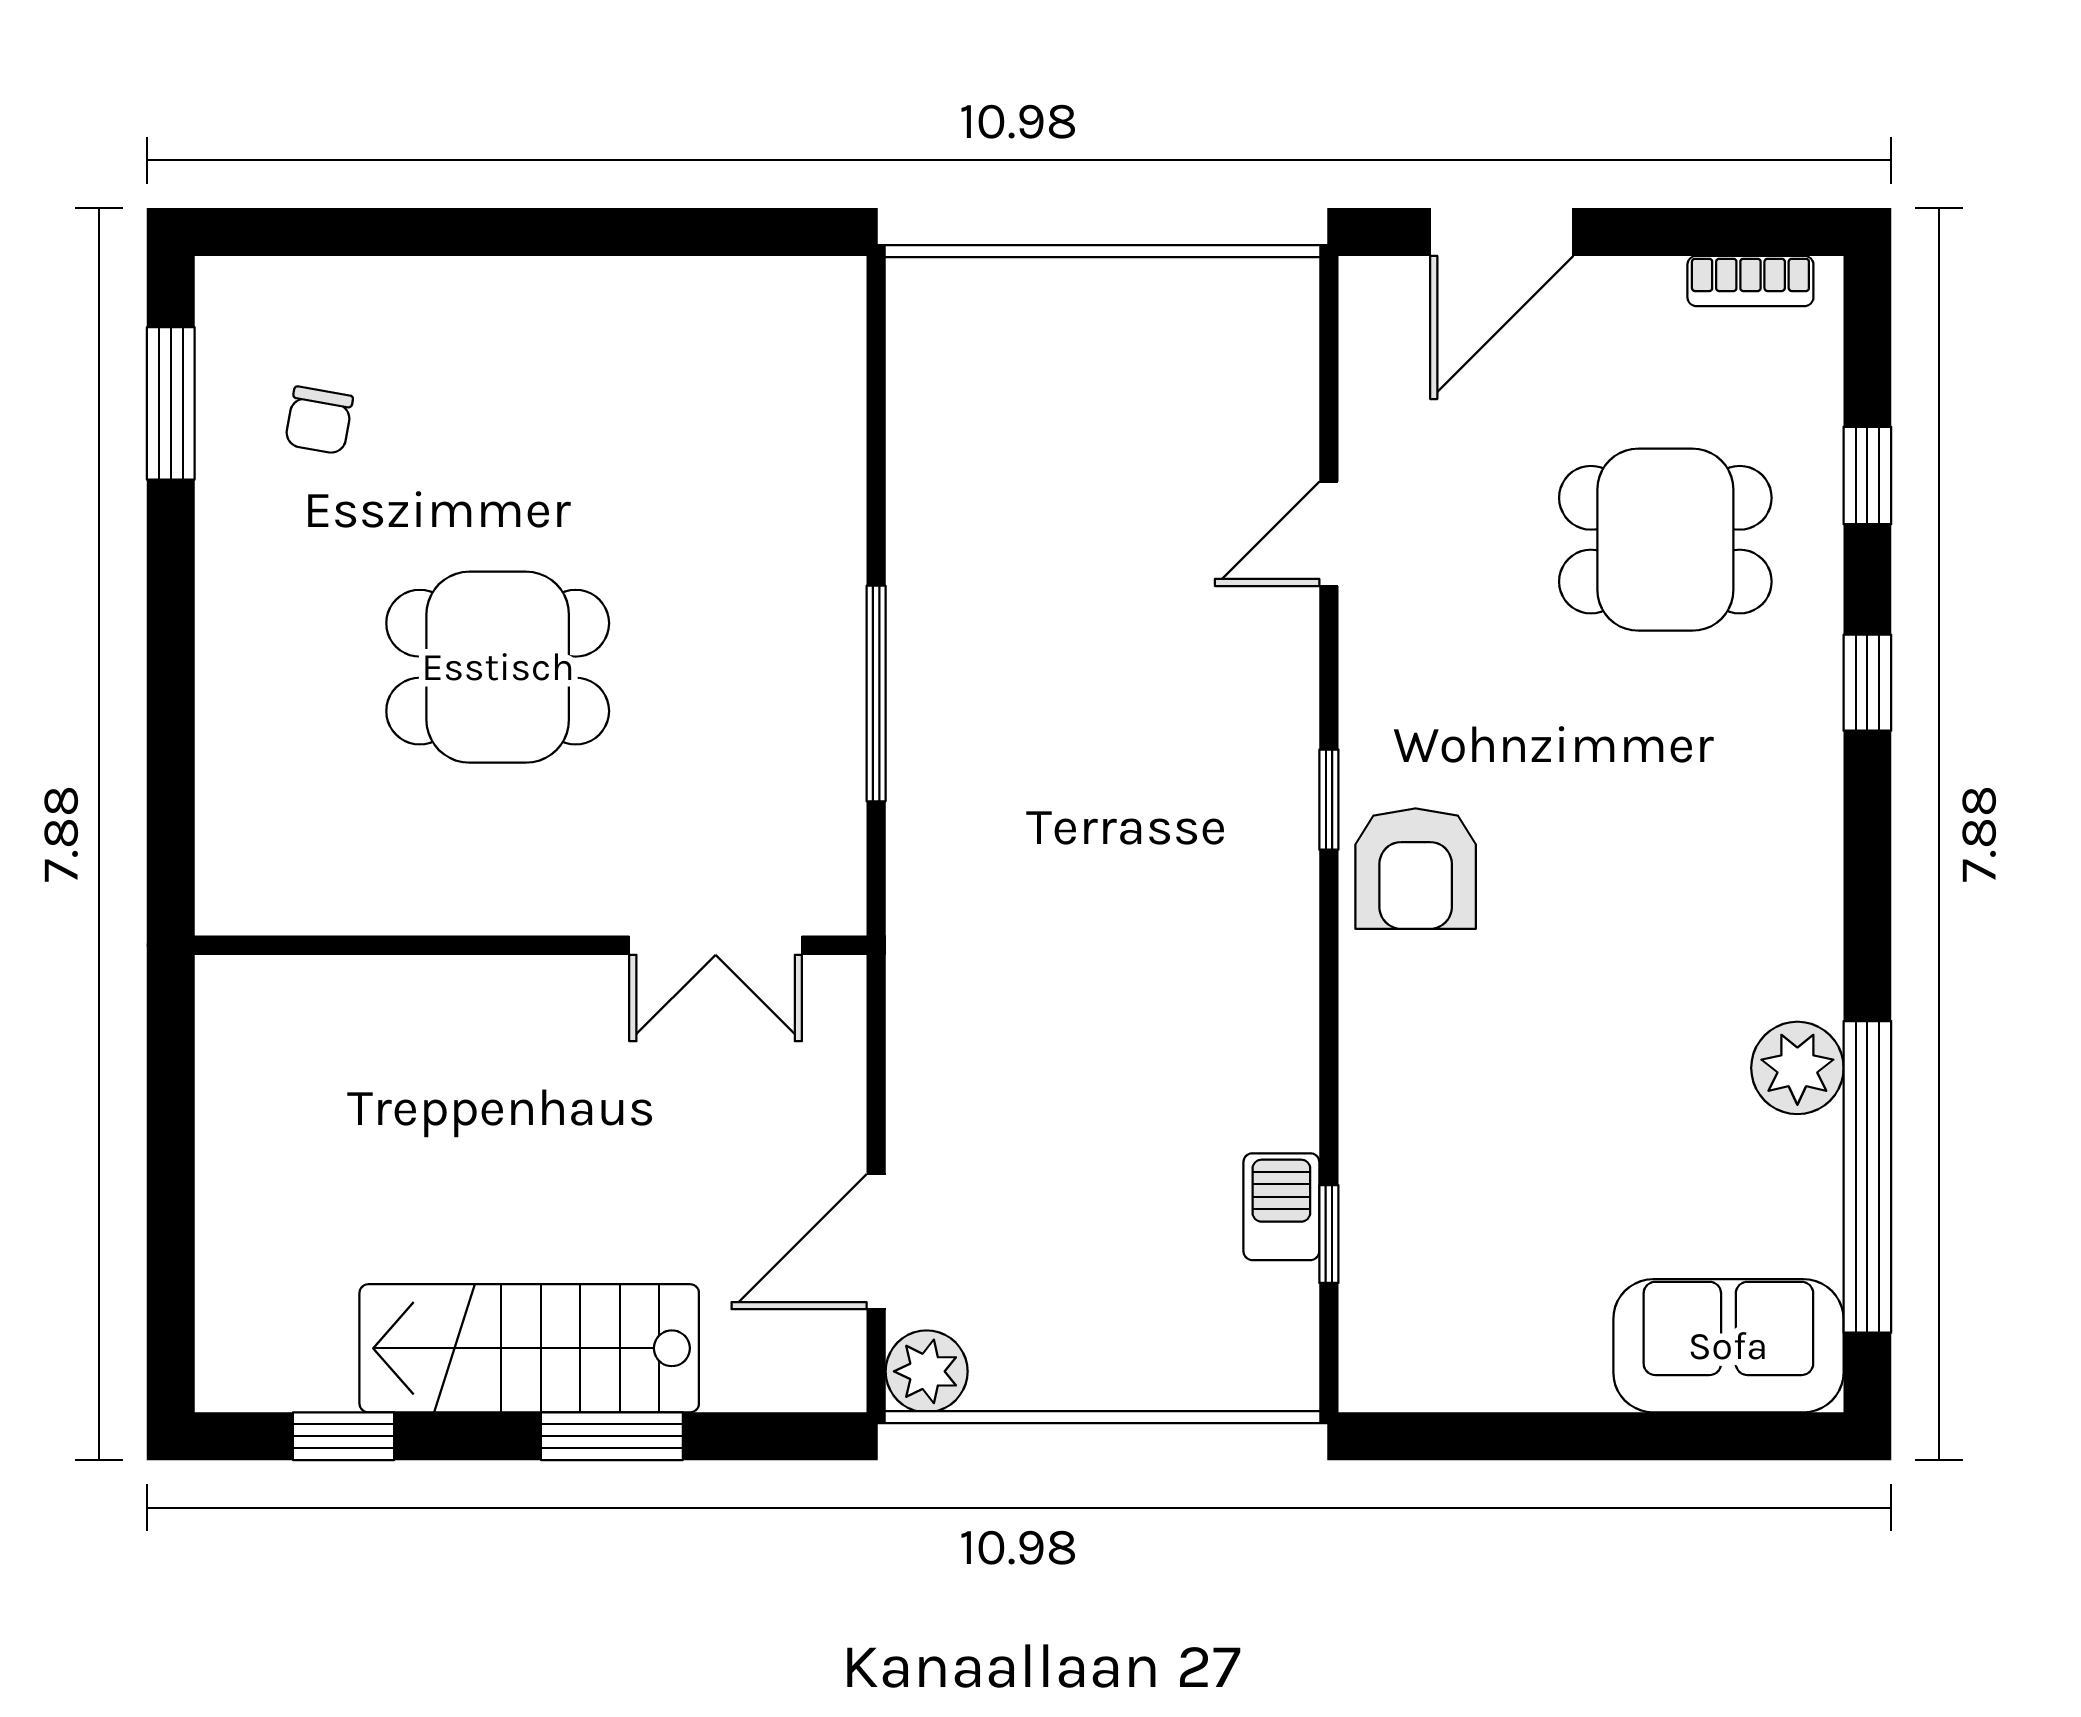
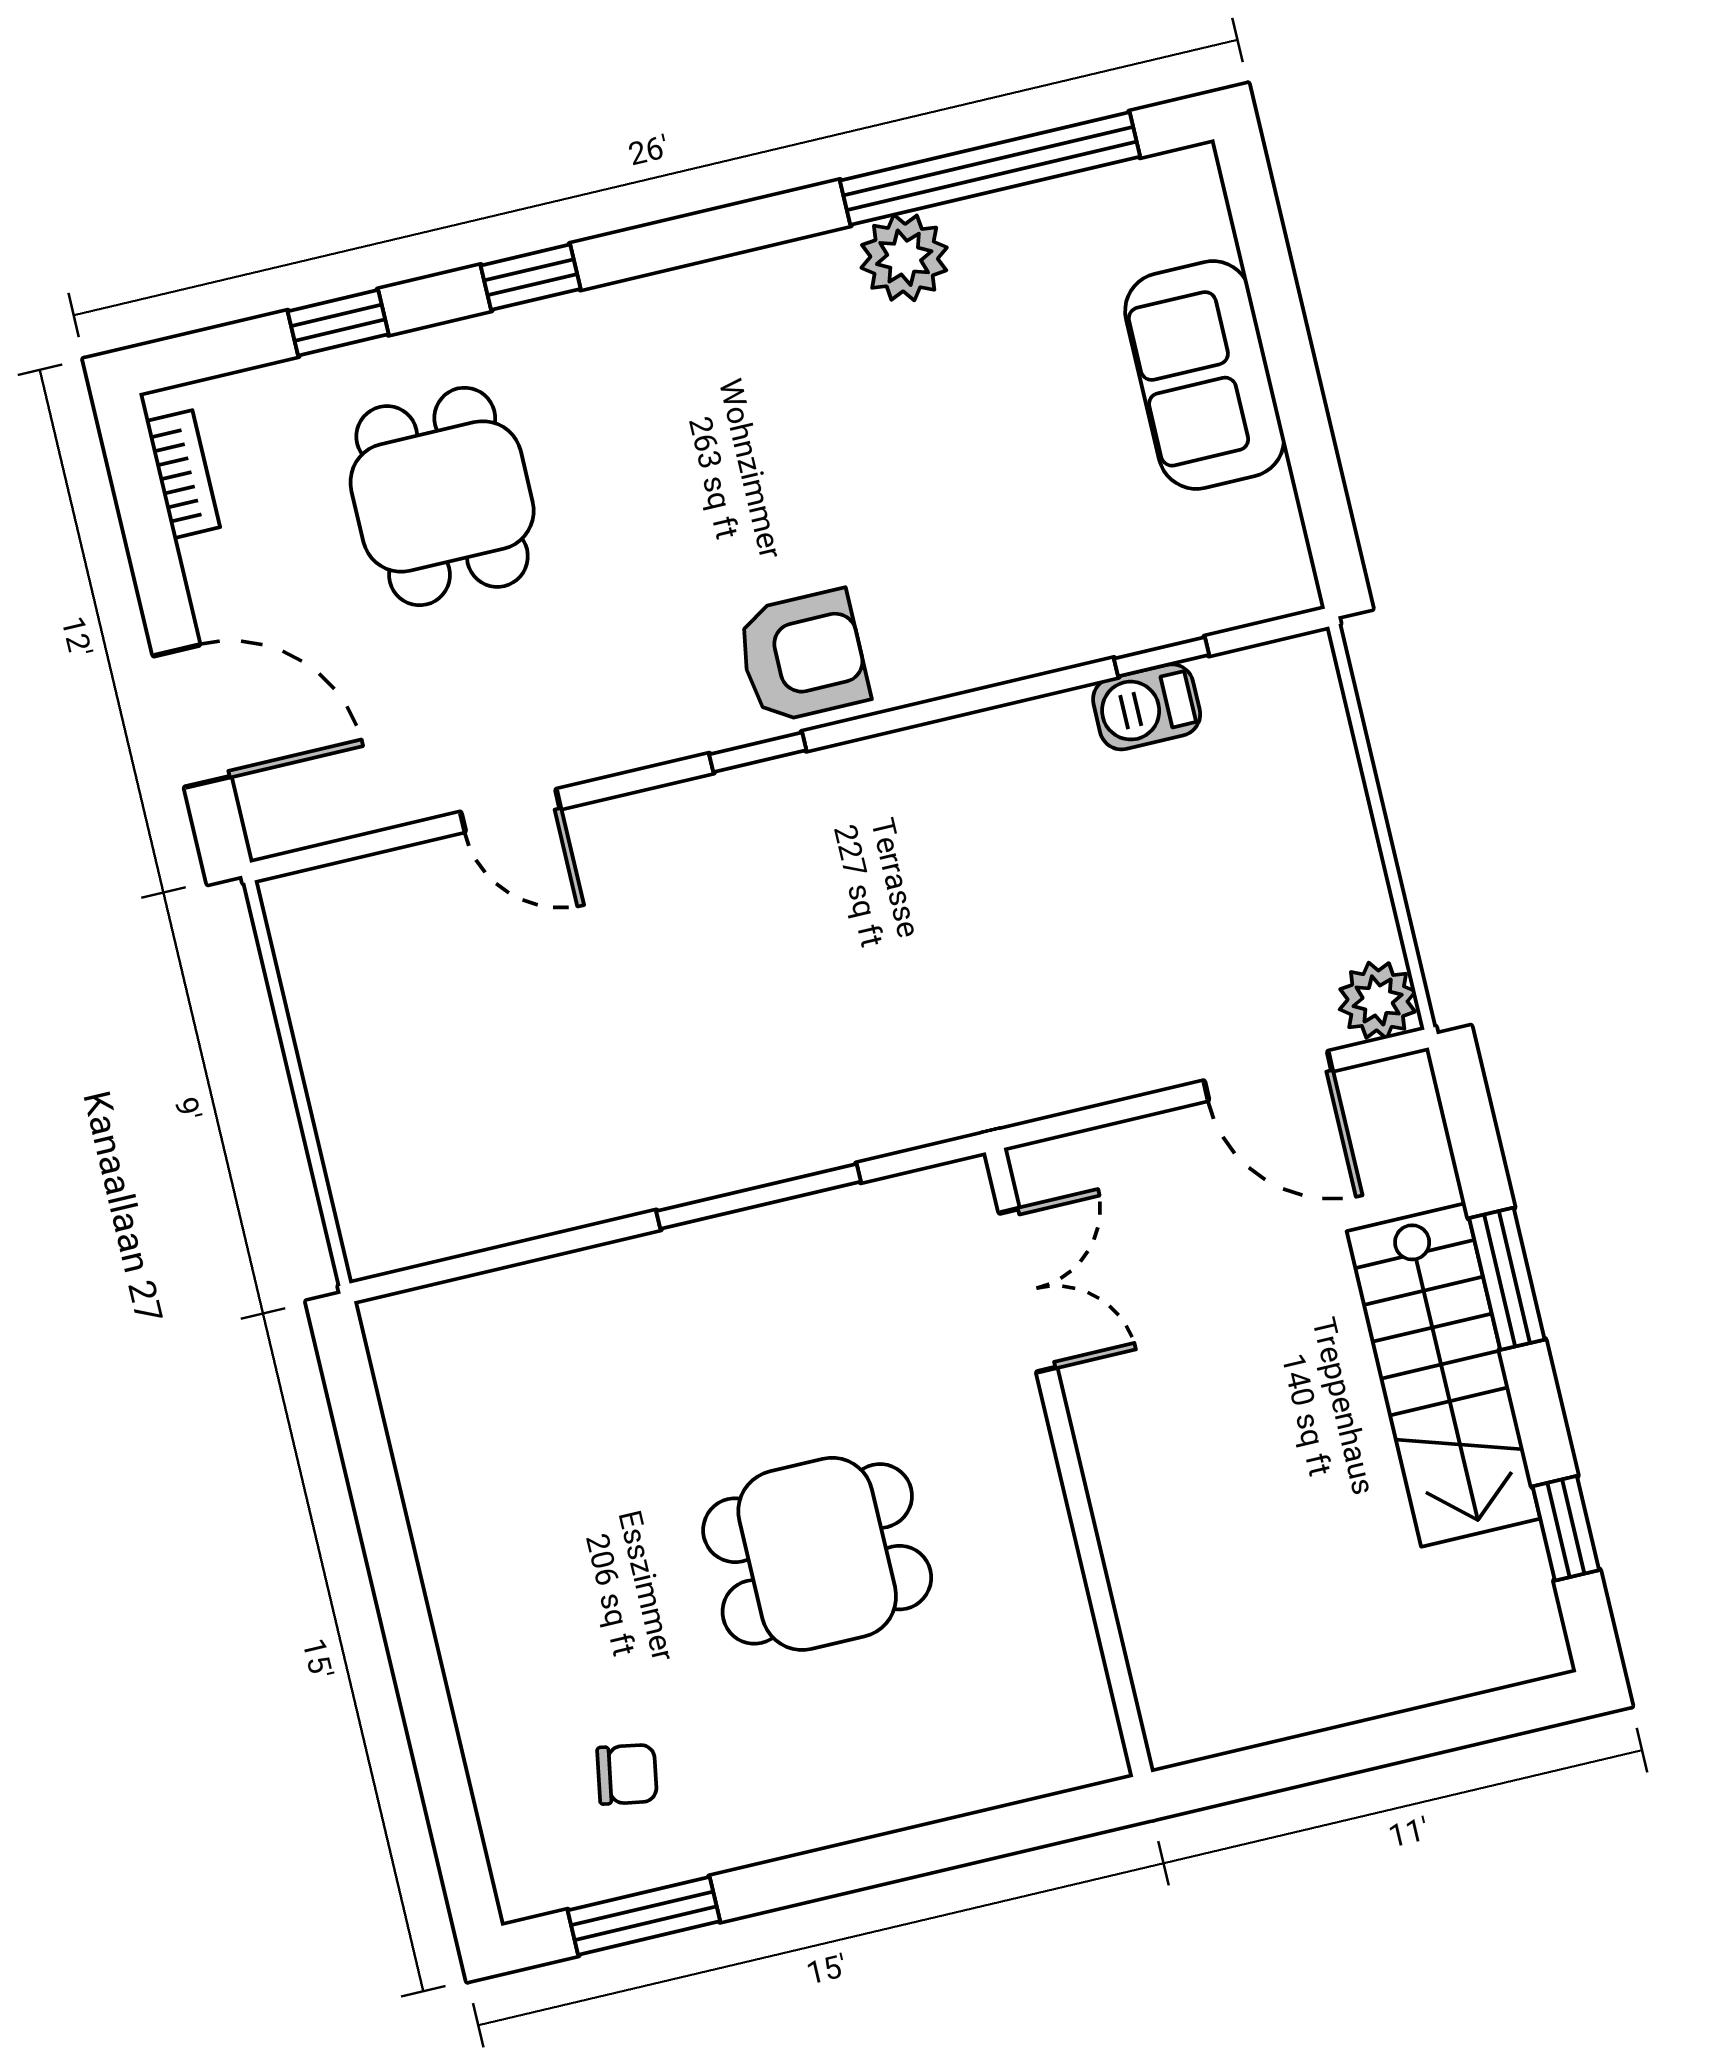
dining table: (498, 667) -> (817, 1554), turned 90
sofa: (1728, 1346) -> (1205, 375), moved

